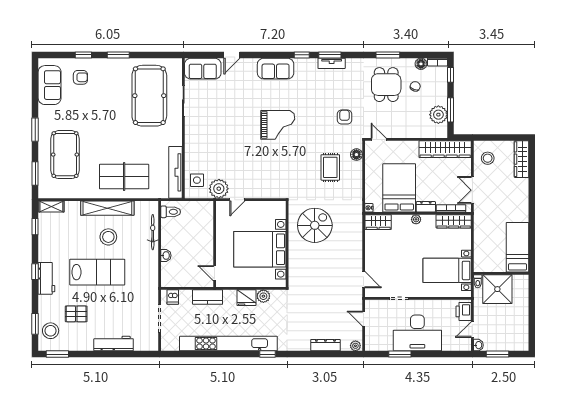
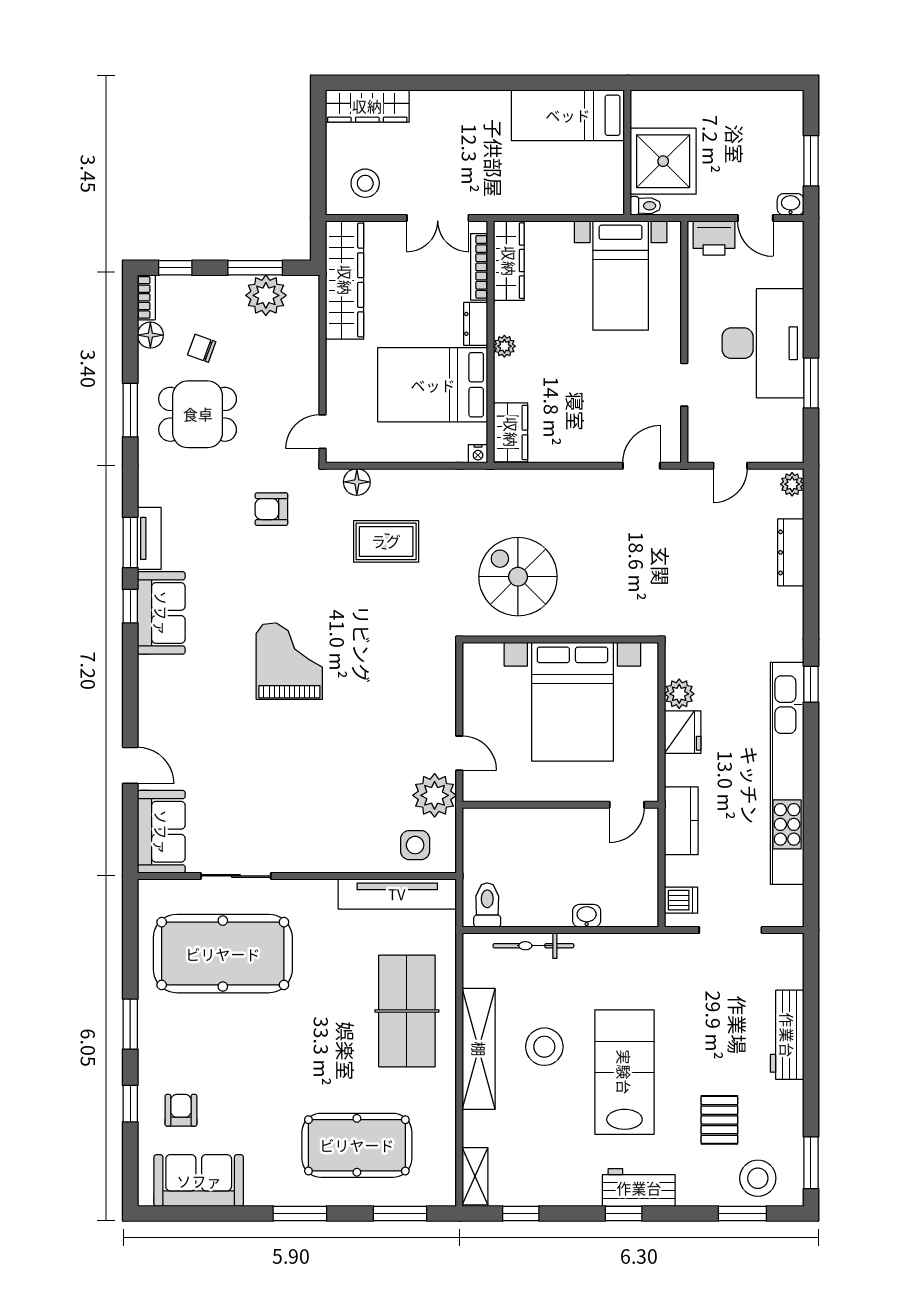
sofa: (276, 69) -> (161, 613), moved

